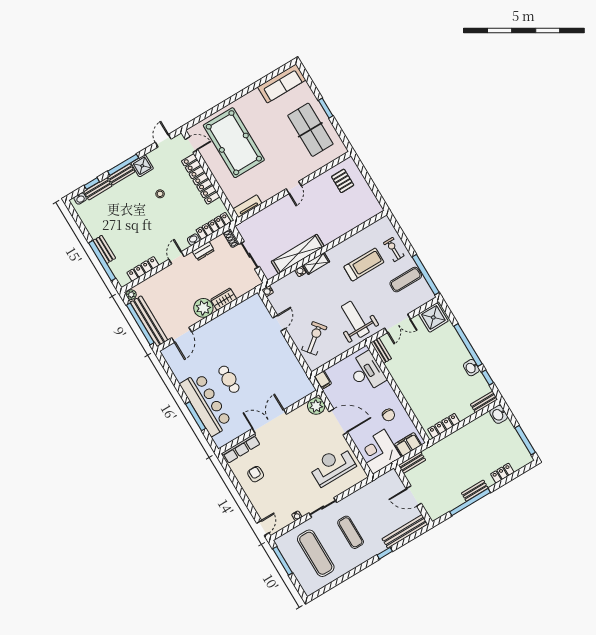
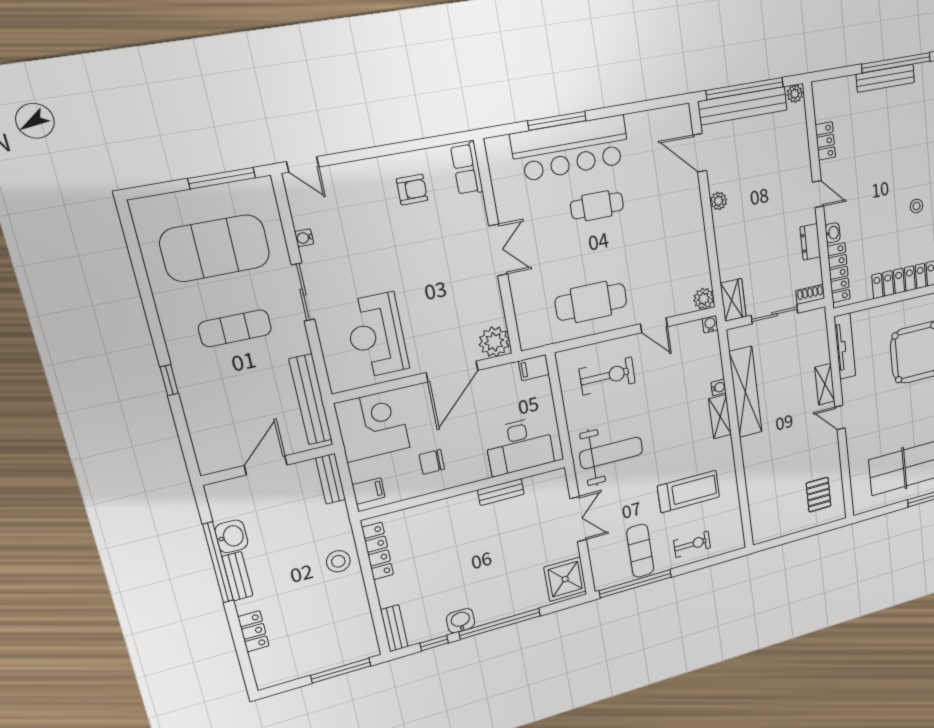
pallet: (343, 181) -> (818, 495), turned 90
tv unit: (248, 206) -> (845, 346), width x1.41
shelving: (278, 206) -> (825, 384), added
bench: (104, 249) -> (885, 78), width x1.36
window: (102, 261) -> (896, 63), moved
treadmill: (364, 265) -> (689, 491), turned -90
locker: (143, 269) -> (825, 141), width x0.66
wardrobe: (224, 299) -> (733, 300), moved
plant: (255, 301) -> (704, 299), added
plant: (203, 308) -> (719, 201), width x0.53, depth x0.53
double door: (397, 323) -> (578, 519), swing flipped
exercise bike: (314, 338) -> (607, 376), turned -52
bench: (381, 351) -> (501, 492), moved
cafe table: (279, 363) -> (591, 302), added
washbasin: (499, 414) -> (231, 536), moved, turned 90
double door: (269, 421) -> (498, 250), width x0.73
window: (525, 440) -> (341, 671), moved
stool: (454, 444) -> (338, 561), added
filing cabinet: (408, 445) -> (369, 491), width x0.50
row of seats: (241, 448) -> (467, 169), width x0.68
reception desk: (332, 466) -> (376, 335), turned 180
bench: (405, 531) -> (310, 400), moved
exercise mat: (316, 553) -> (215, 248), width x1.47

